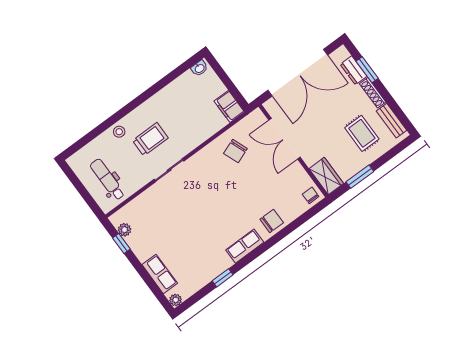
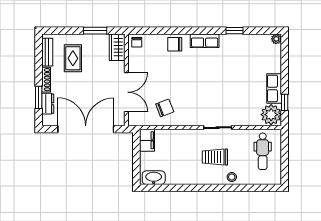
washbasin: (199, 68) -> (154, 178), width x1.91, depth x1.45
plant: (124, 230) -> (271, 115), width x1.88, depth x1.88
row of seats: (160, 274) -> (274, 88), moved

